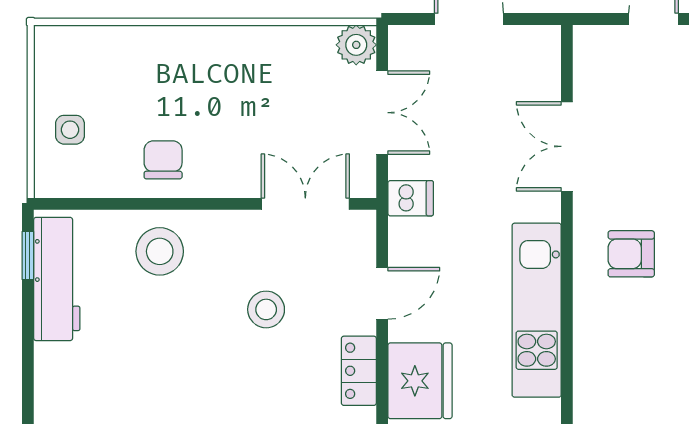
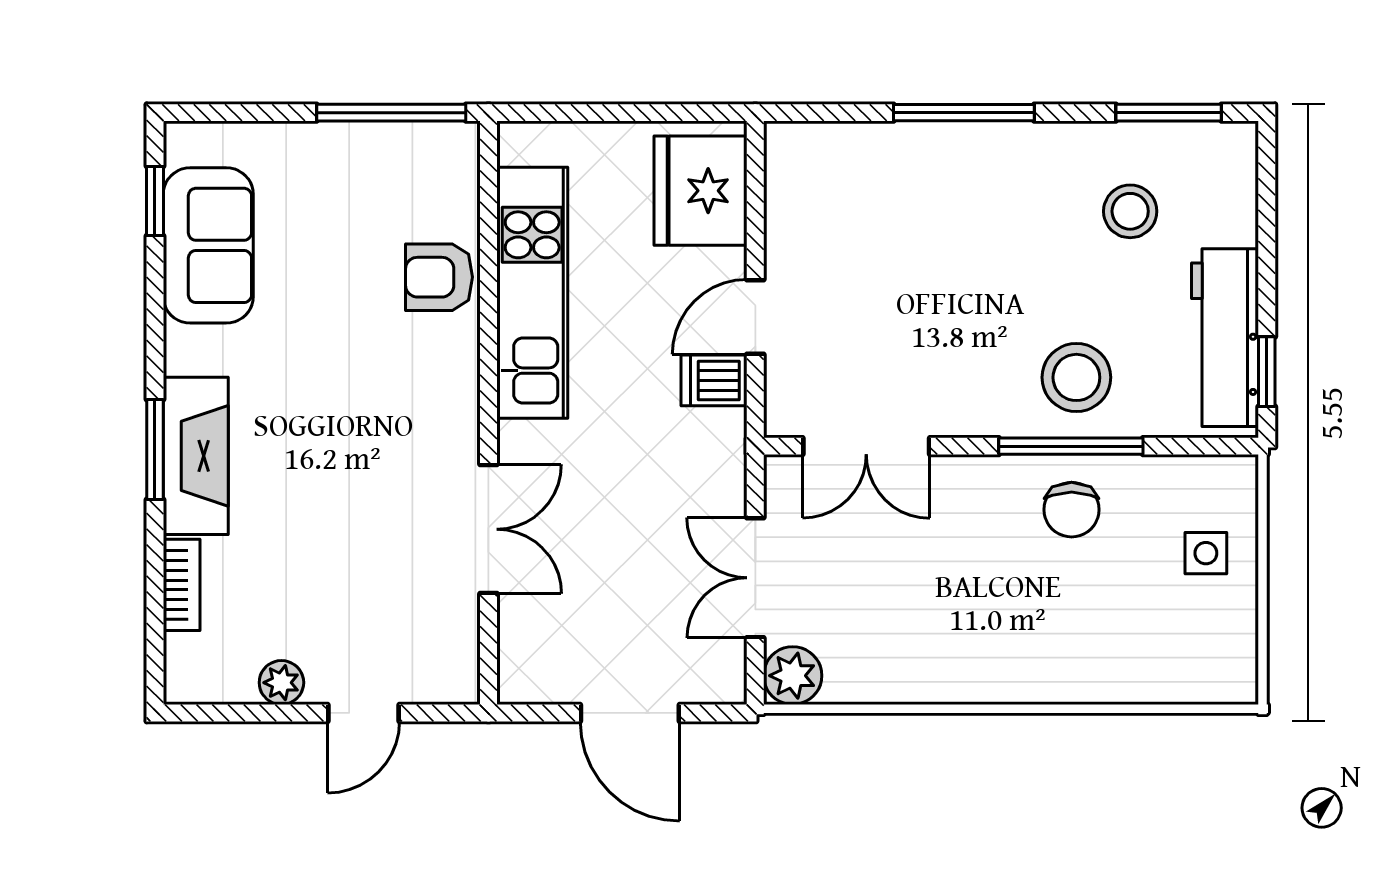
dishwasher: (411, 198) -> (714, 380), moved
window: (163, 204) -> (1071, 446), added
armchair: (631, 254) -> (439, 277), moved, turned 180
stool: (266, 309) -> (1130, 211), moved
locker: (359, 371) -> (789, 205), removed

